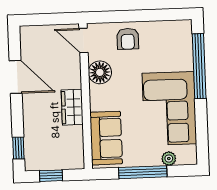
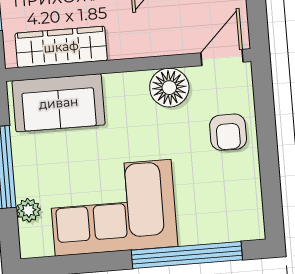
armchair: (128, 39) -> (228, 132), turned -90
wardrobe: (72, 107) -> (61, 47), moved, width x1.50

